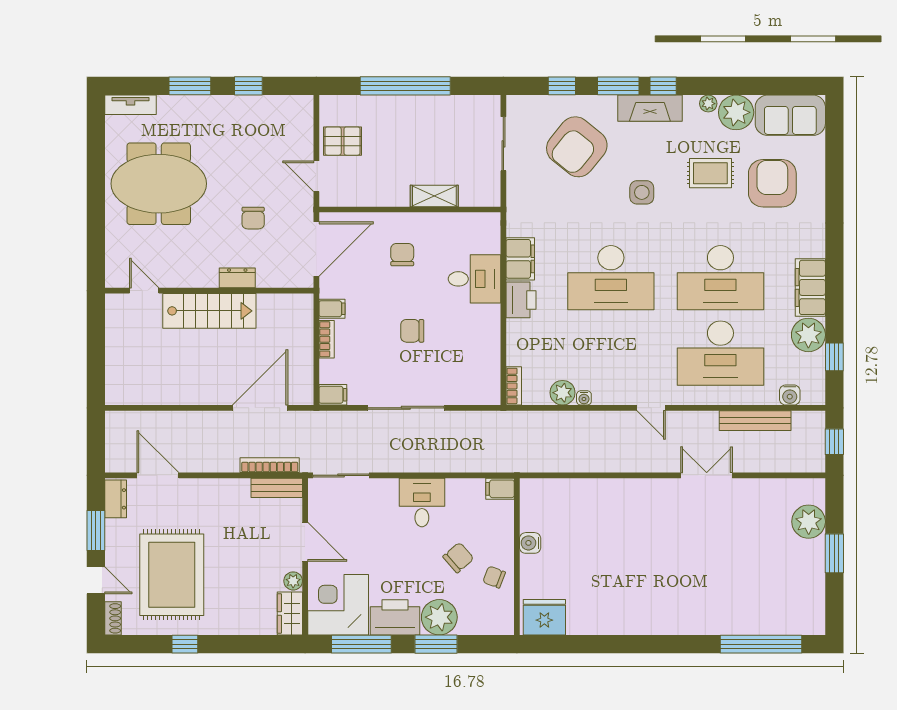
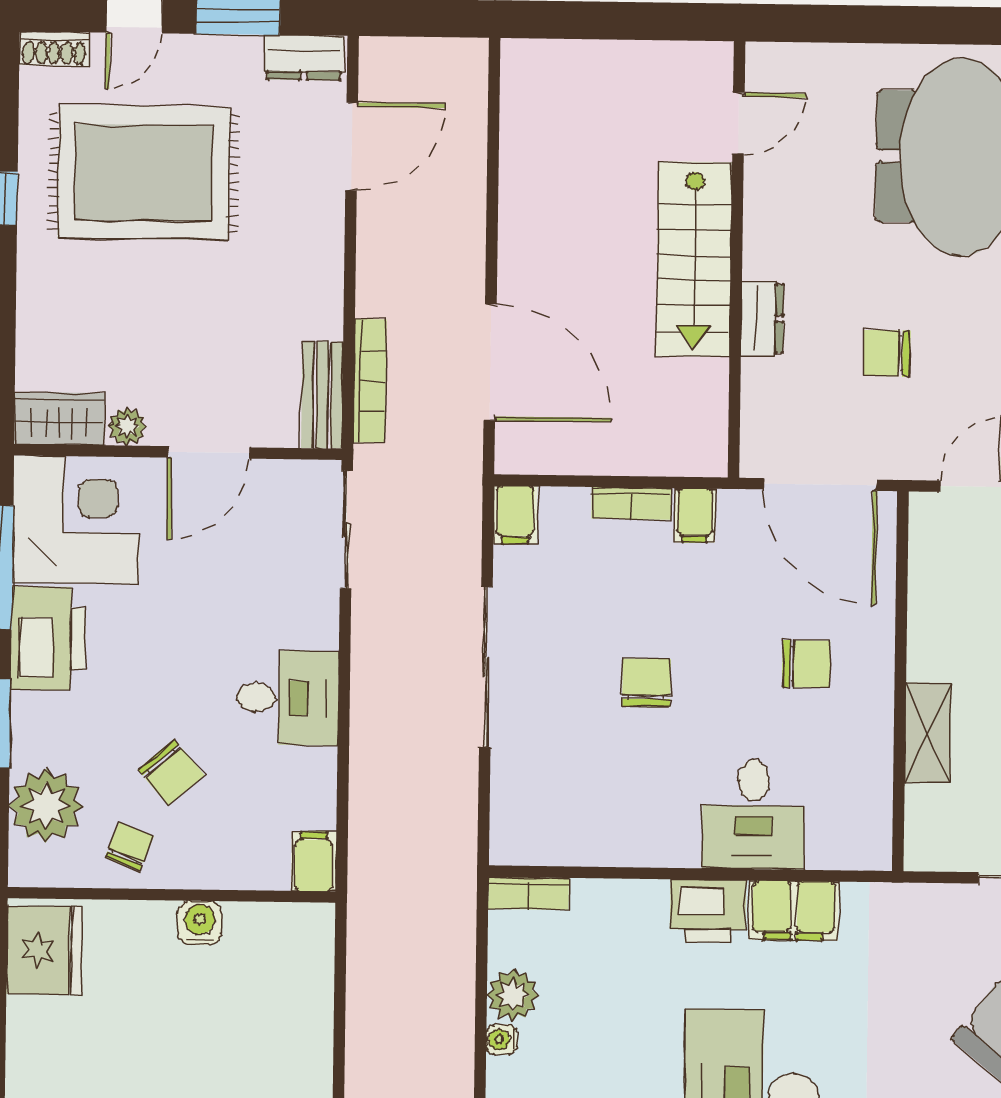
plant: (439, 617) -> (46, 806), moved

